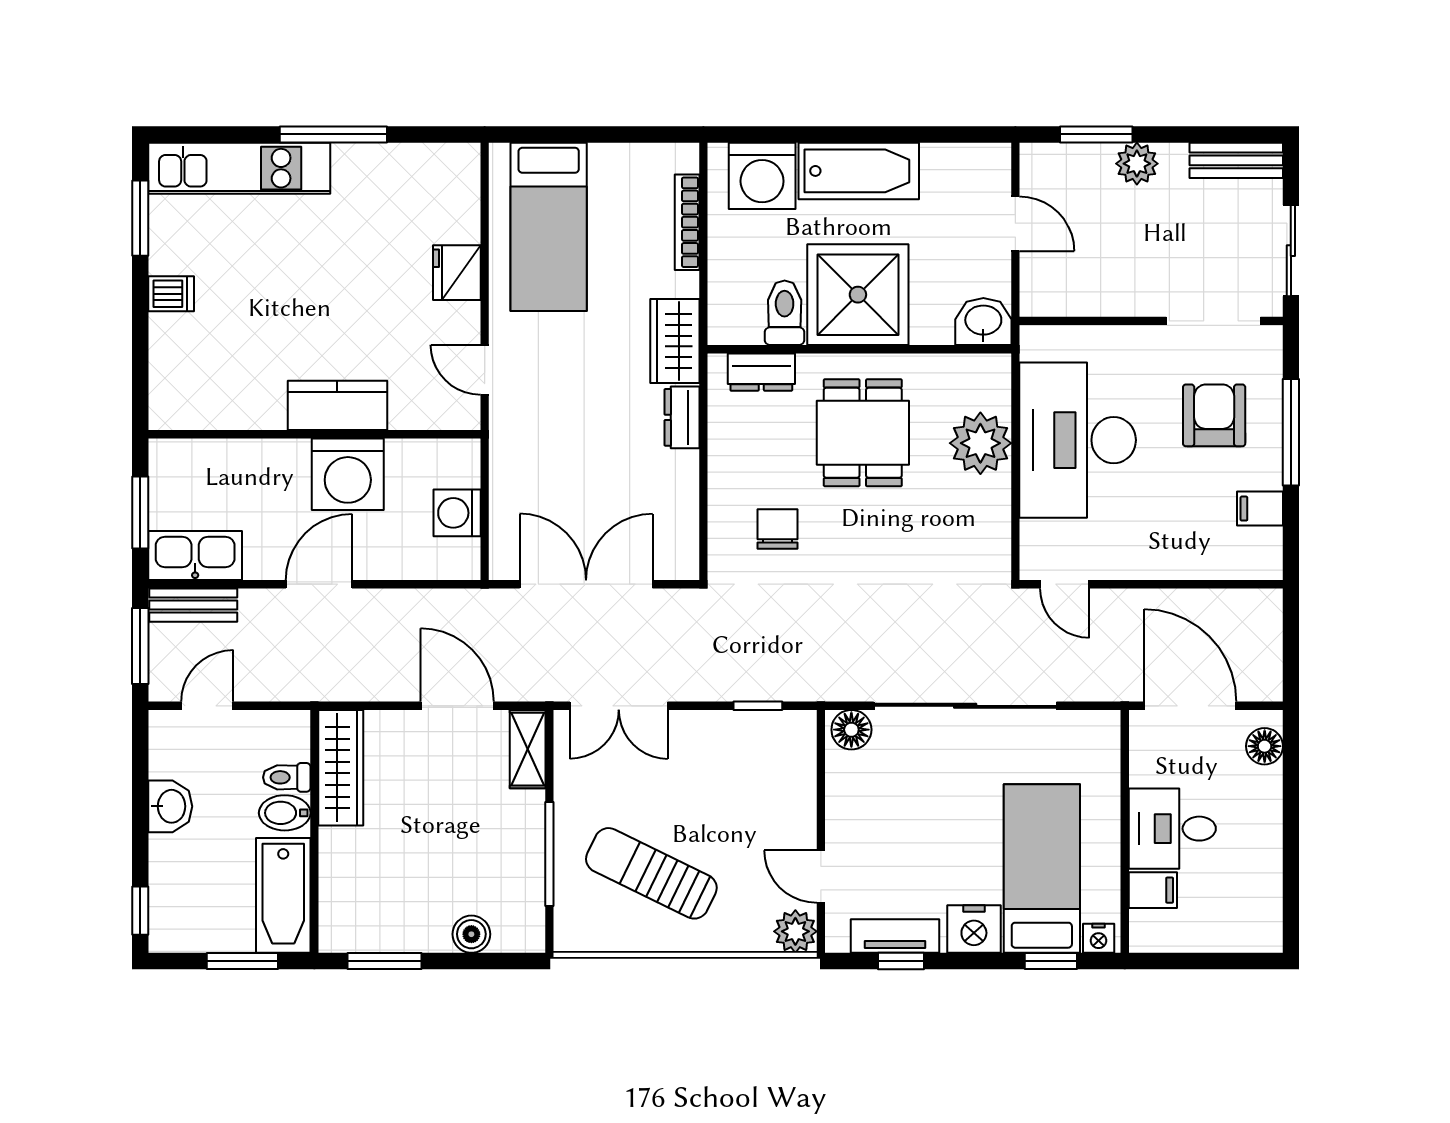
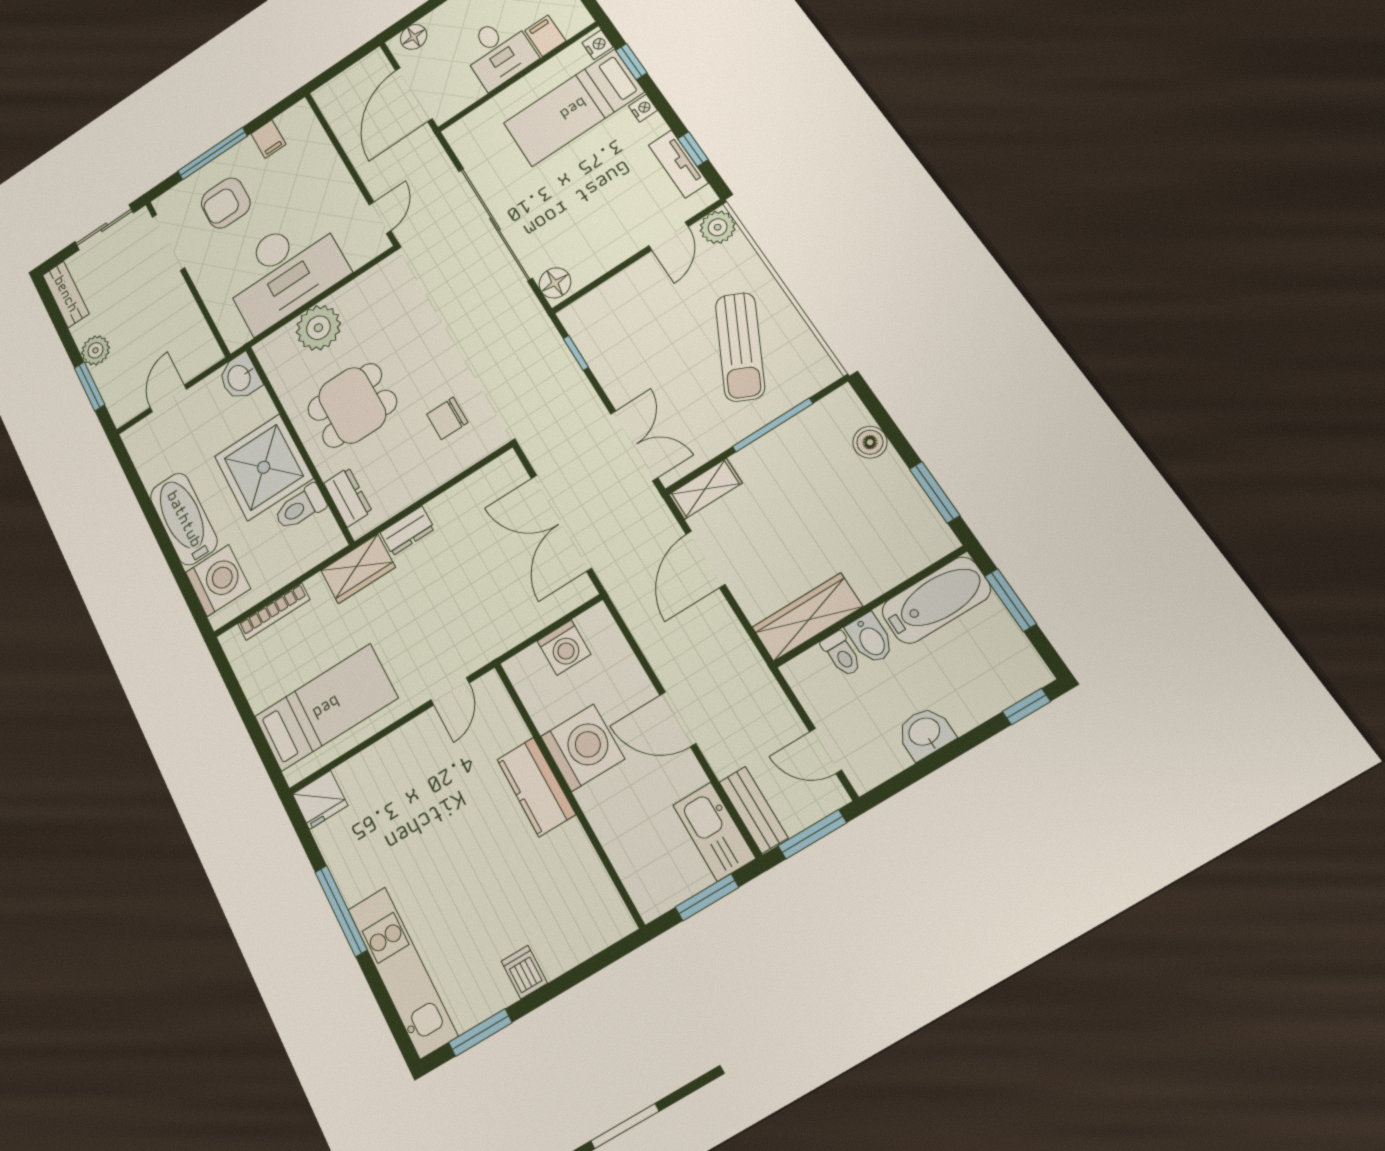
fridge: (457, 273) -> (320, 800), moved
nightstand: (974, 929) -> (643, 108), width x0.53, depth x0.56

